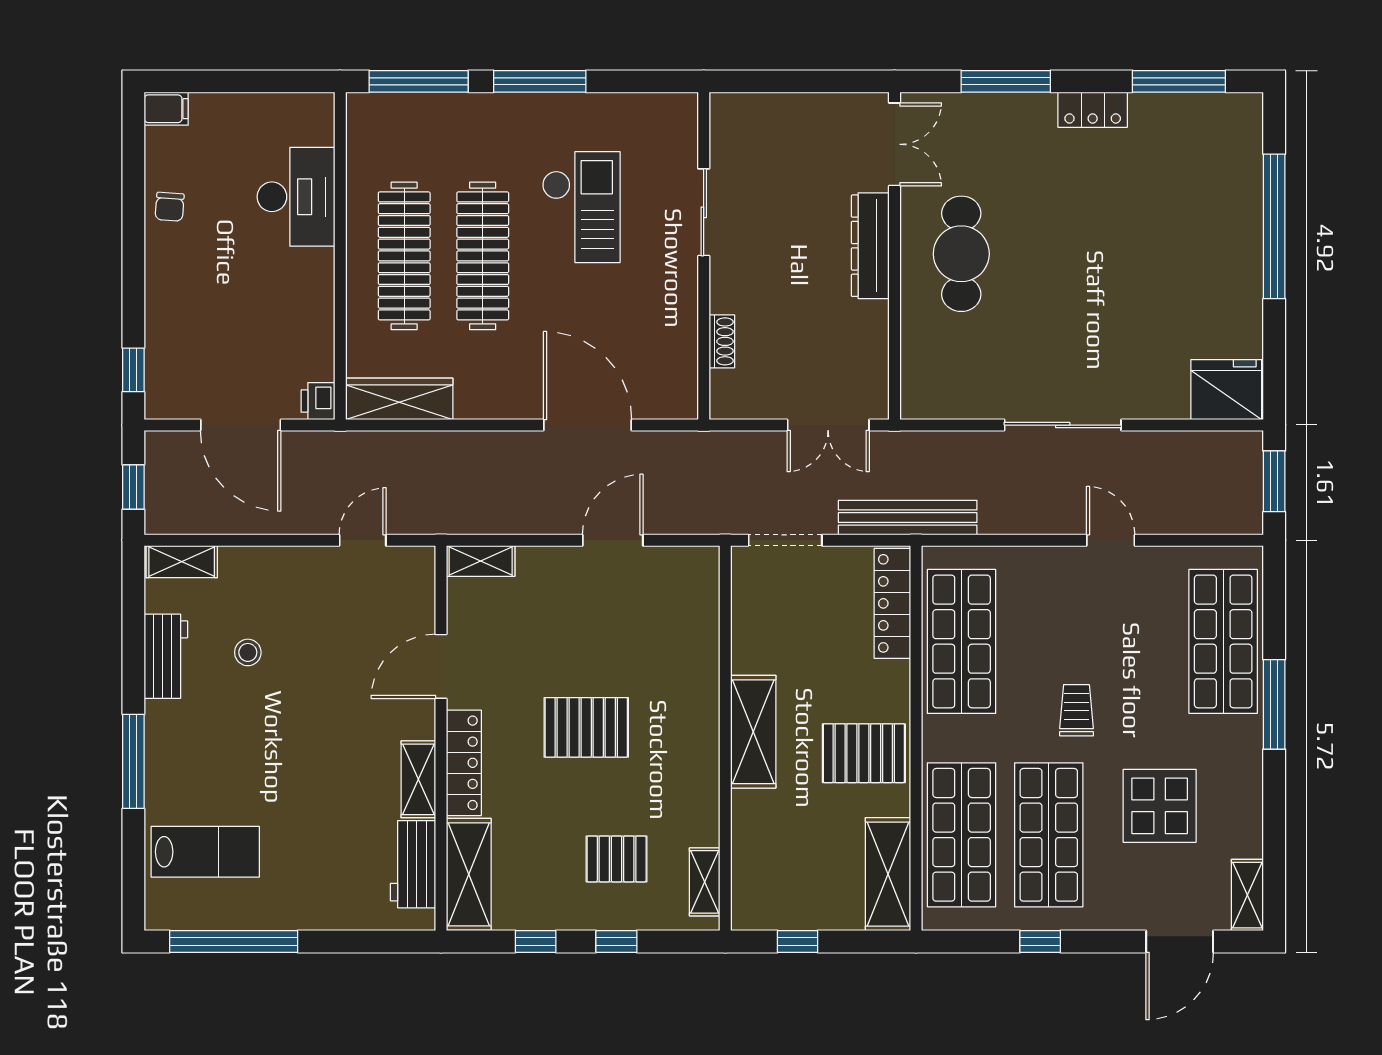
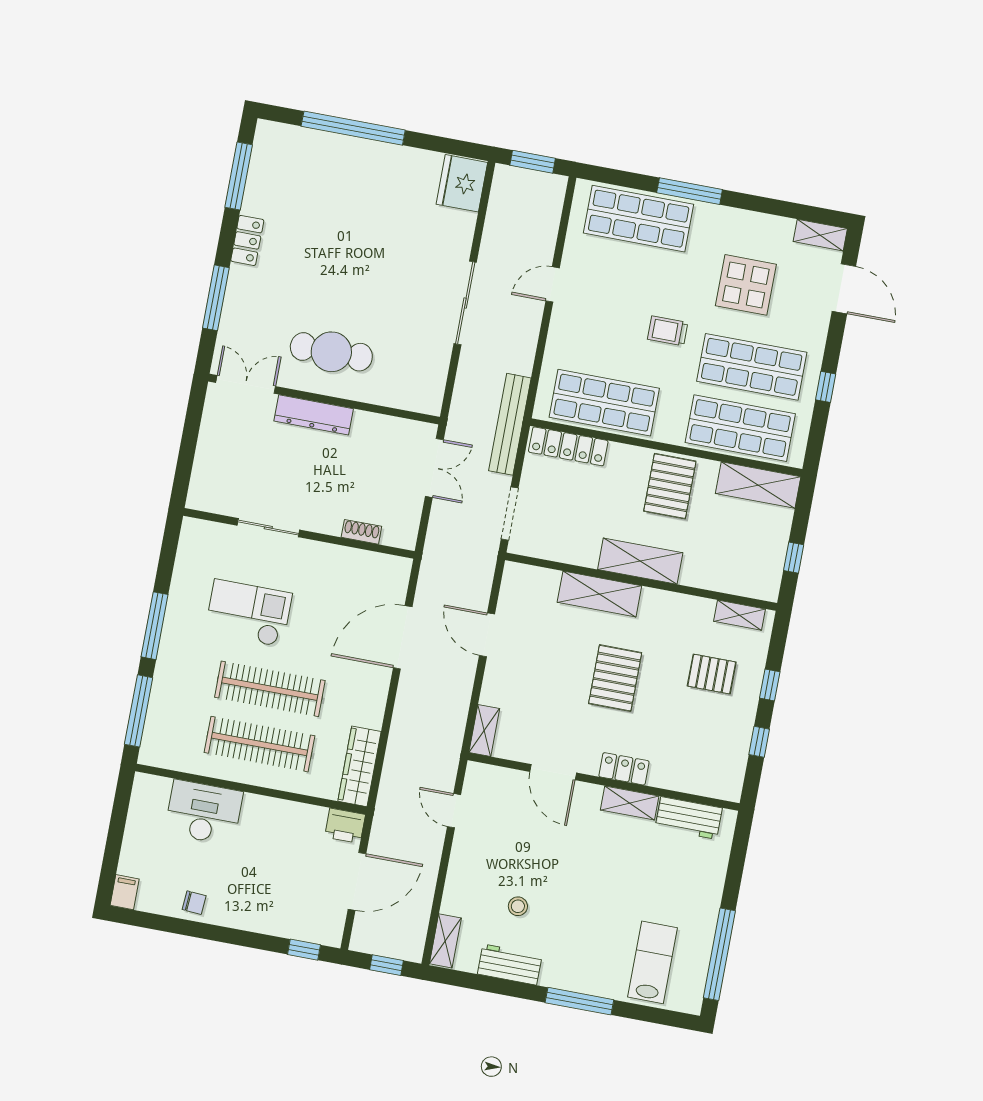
printer: (318, 401) -> (345, 826), width x1.36, depth x1.24
locker: (464, 763) -> (624, 769), width x0.66
pallet: (617, 859) -> (712, 674), turned 90
shelving: (469, 874) -> (599, 594), moved

